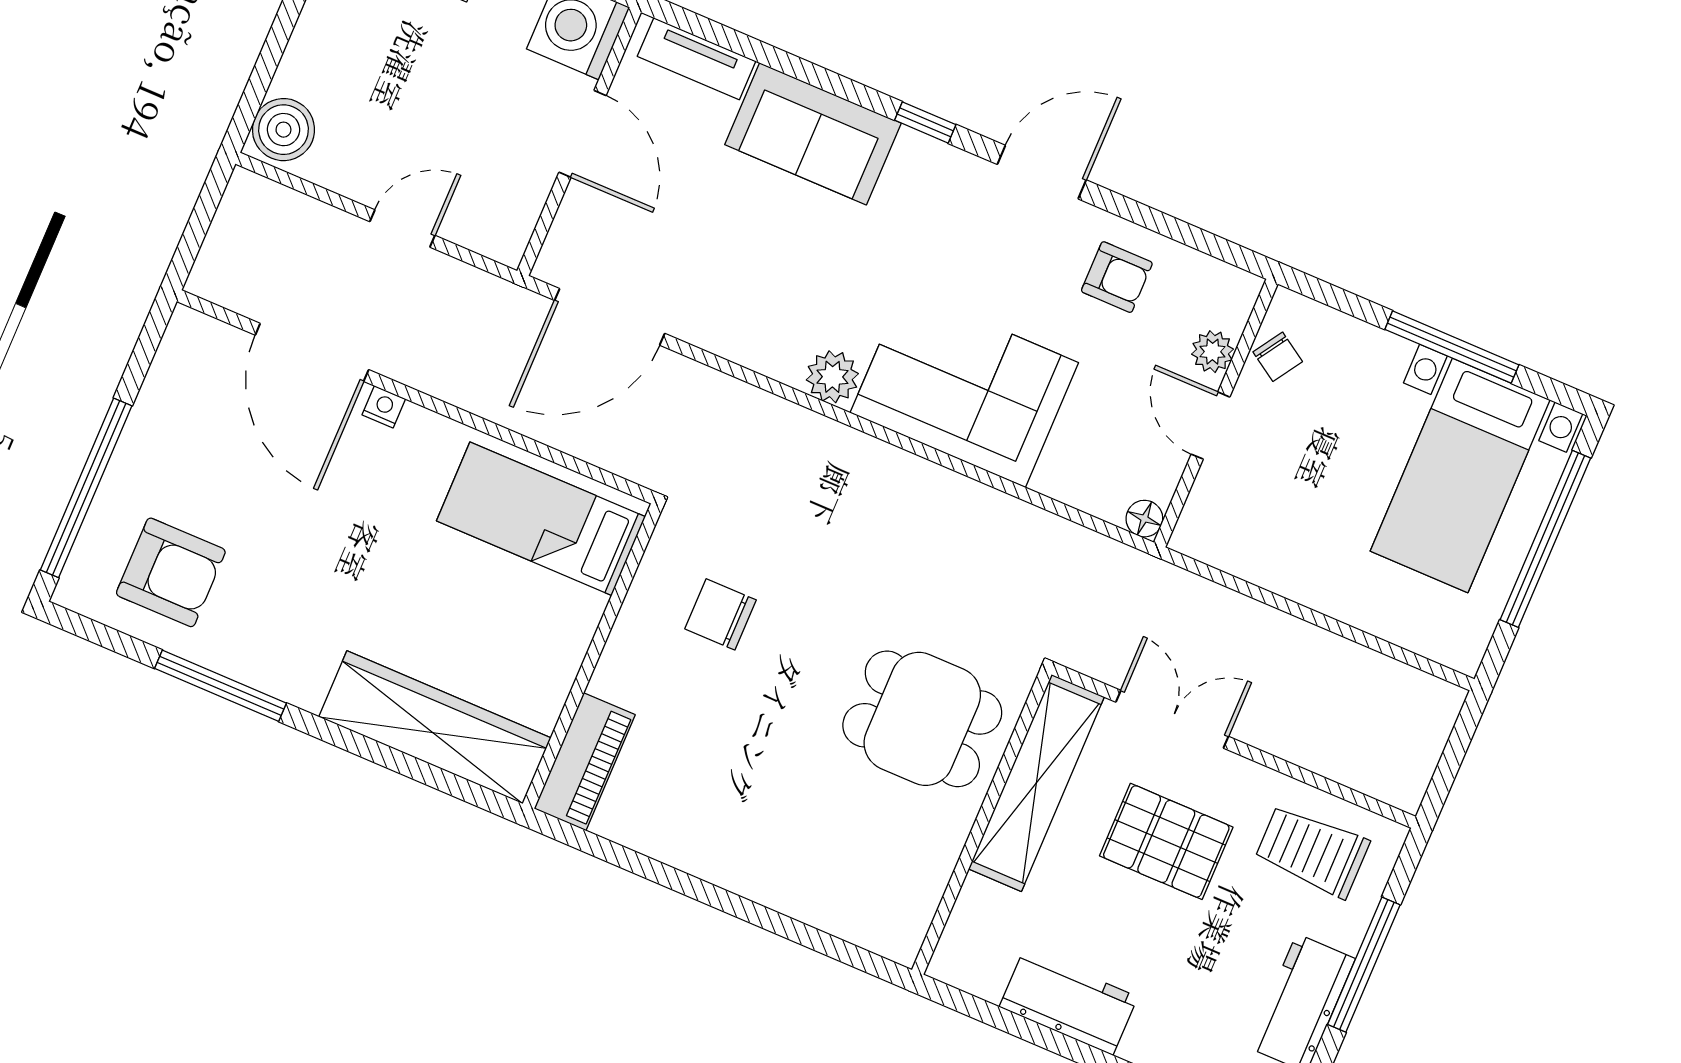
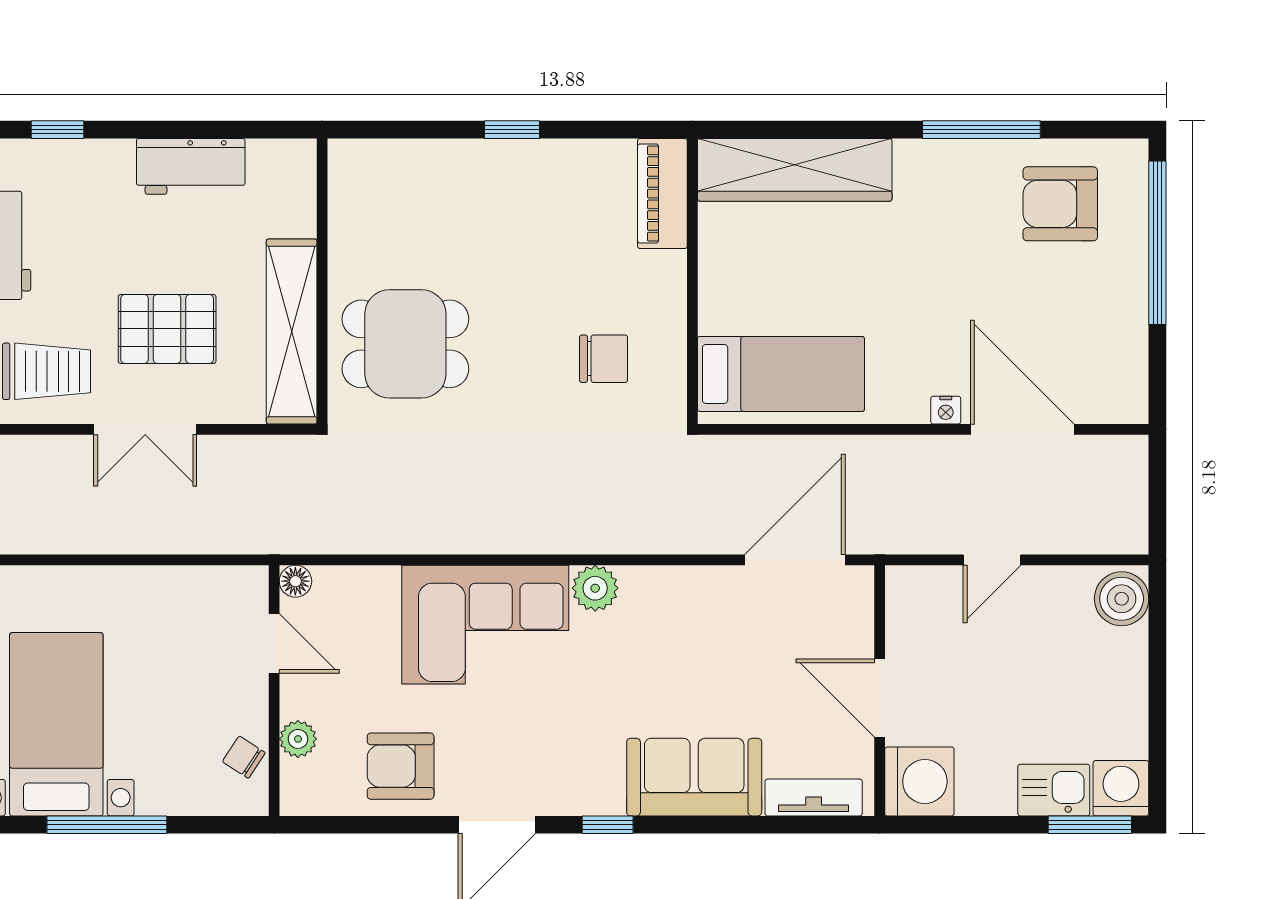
armchair: (1117, 277) -> (401, 766), width x1.38, depth x1.38
door: (1211, 426) -> (274, 643), moved
double door: (1172, 719) -> (145, 429), moved
window: (714, 896) -> (512, 130), added

